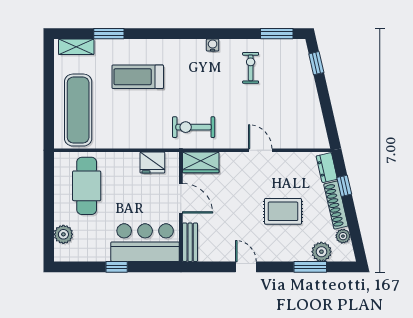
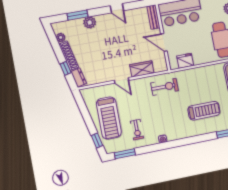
treadmill: (291, 95) -> (109, 118), added
wardrobe: (201, 162) -> (142, 69), moved
rug: (283, 211) -> (101, 46), removed
plant: (321, 252) -> (90, 22), moved

